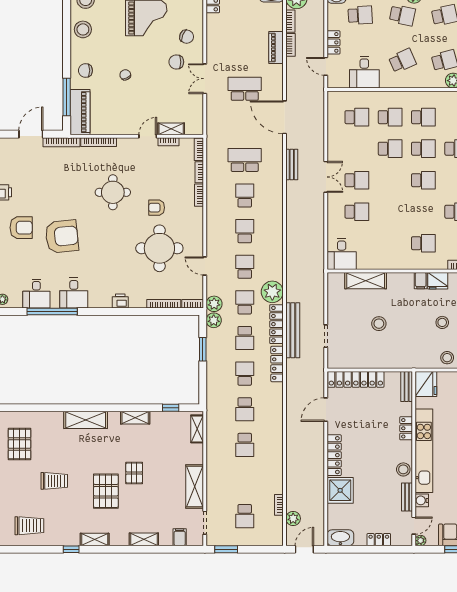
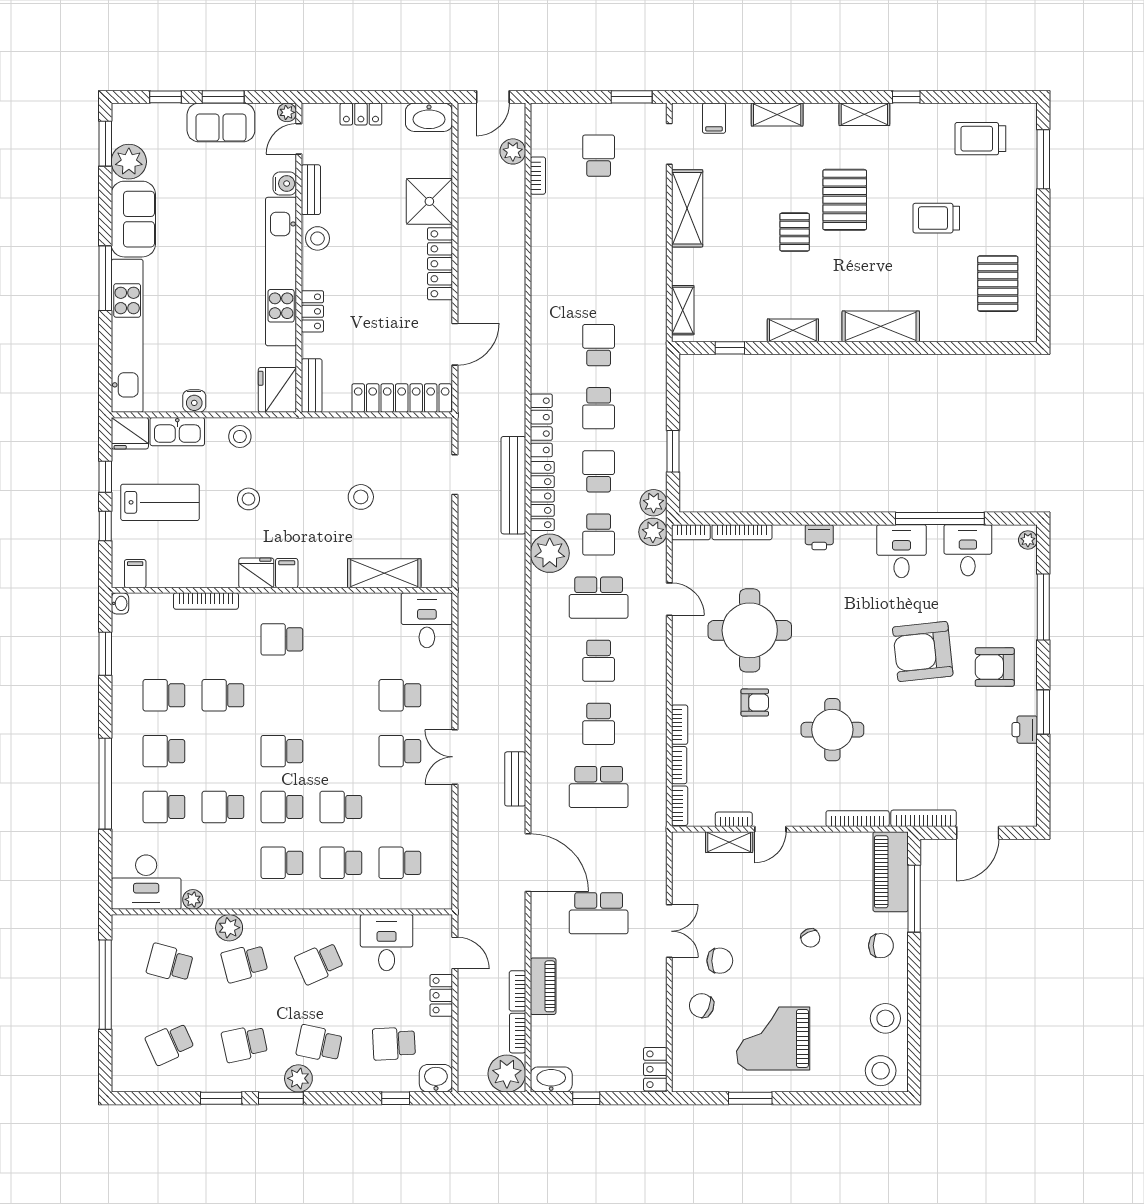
school desk: (245, 267) -> (599, 598), width x1.85
school desk: (245, 445) -> (599, 282), removed

